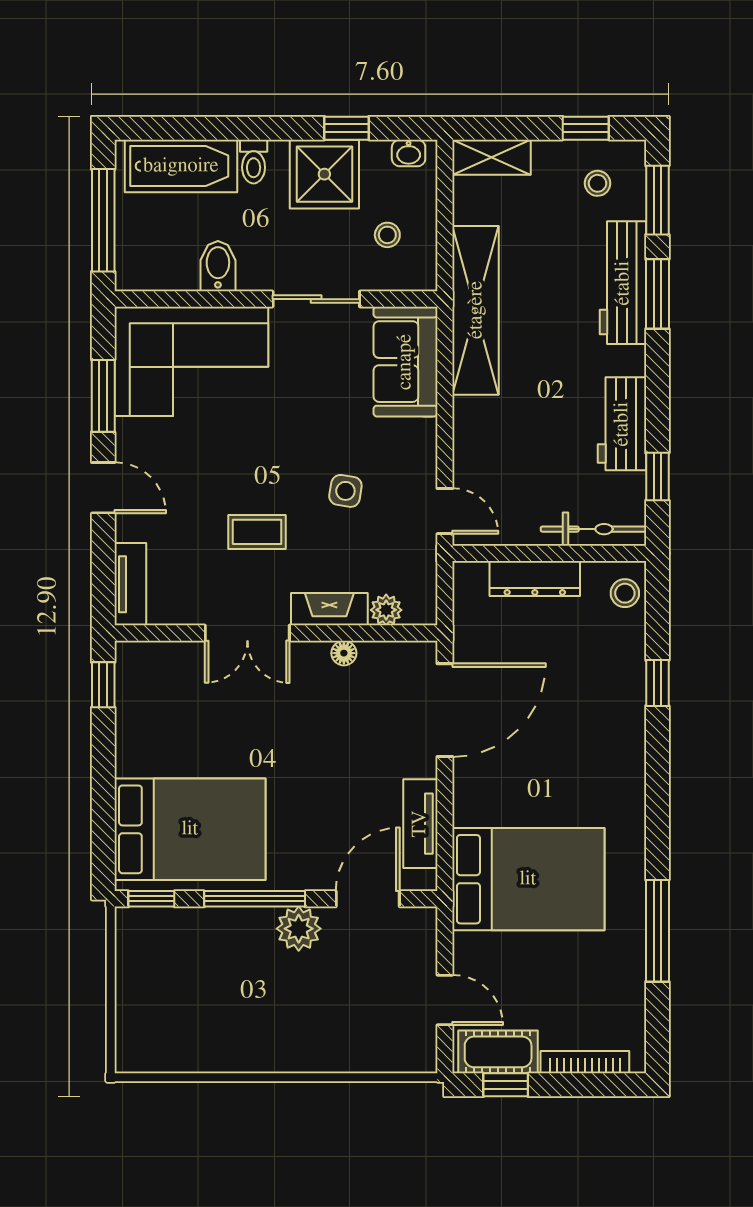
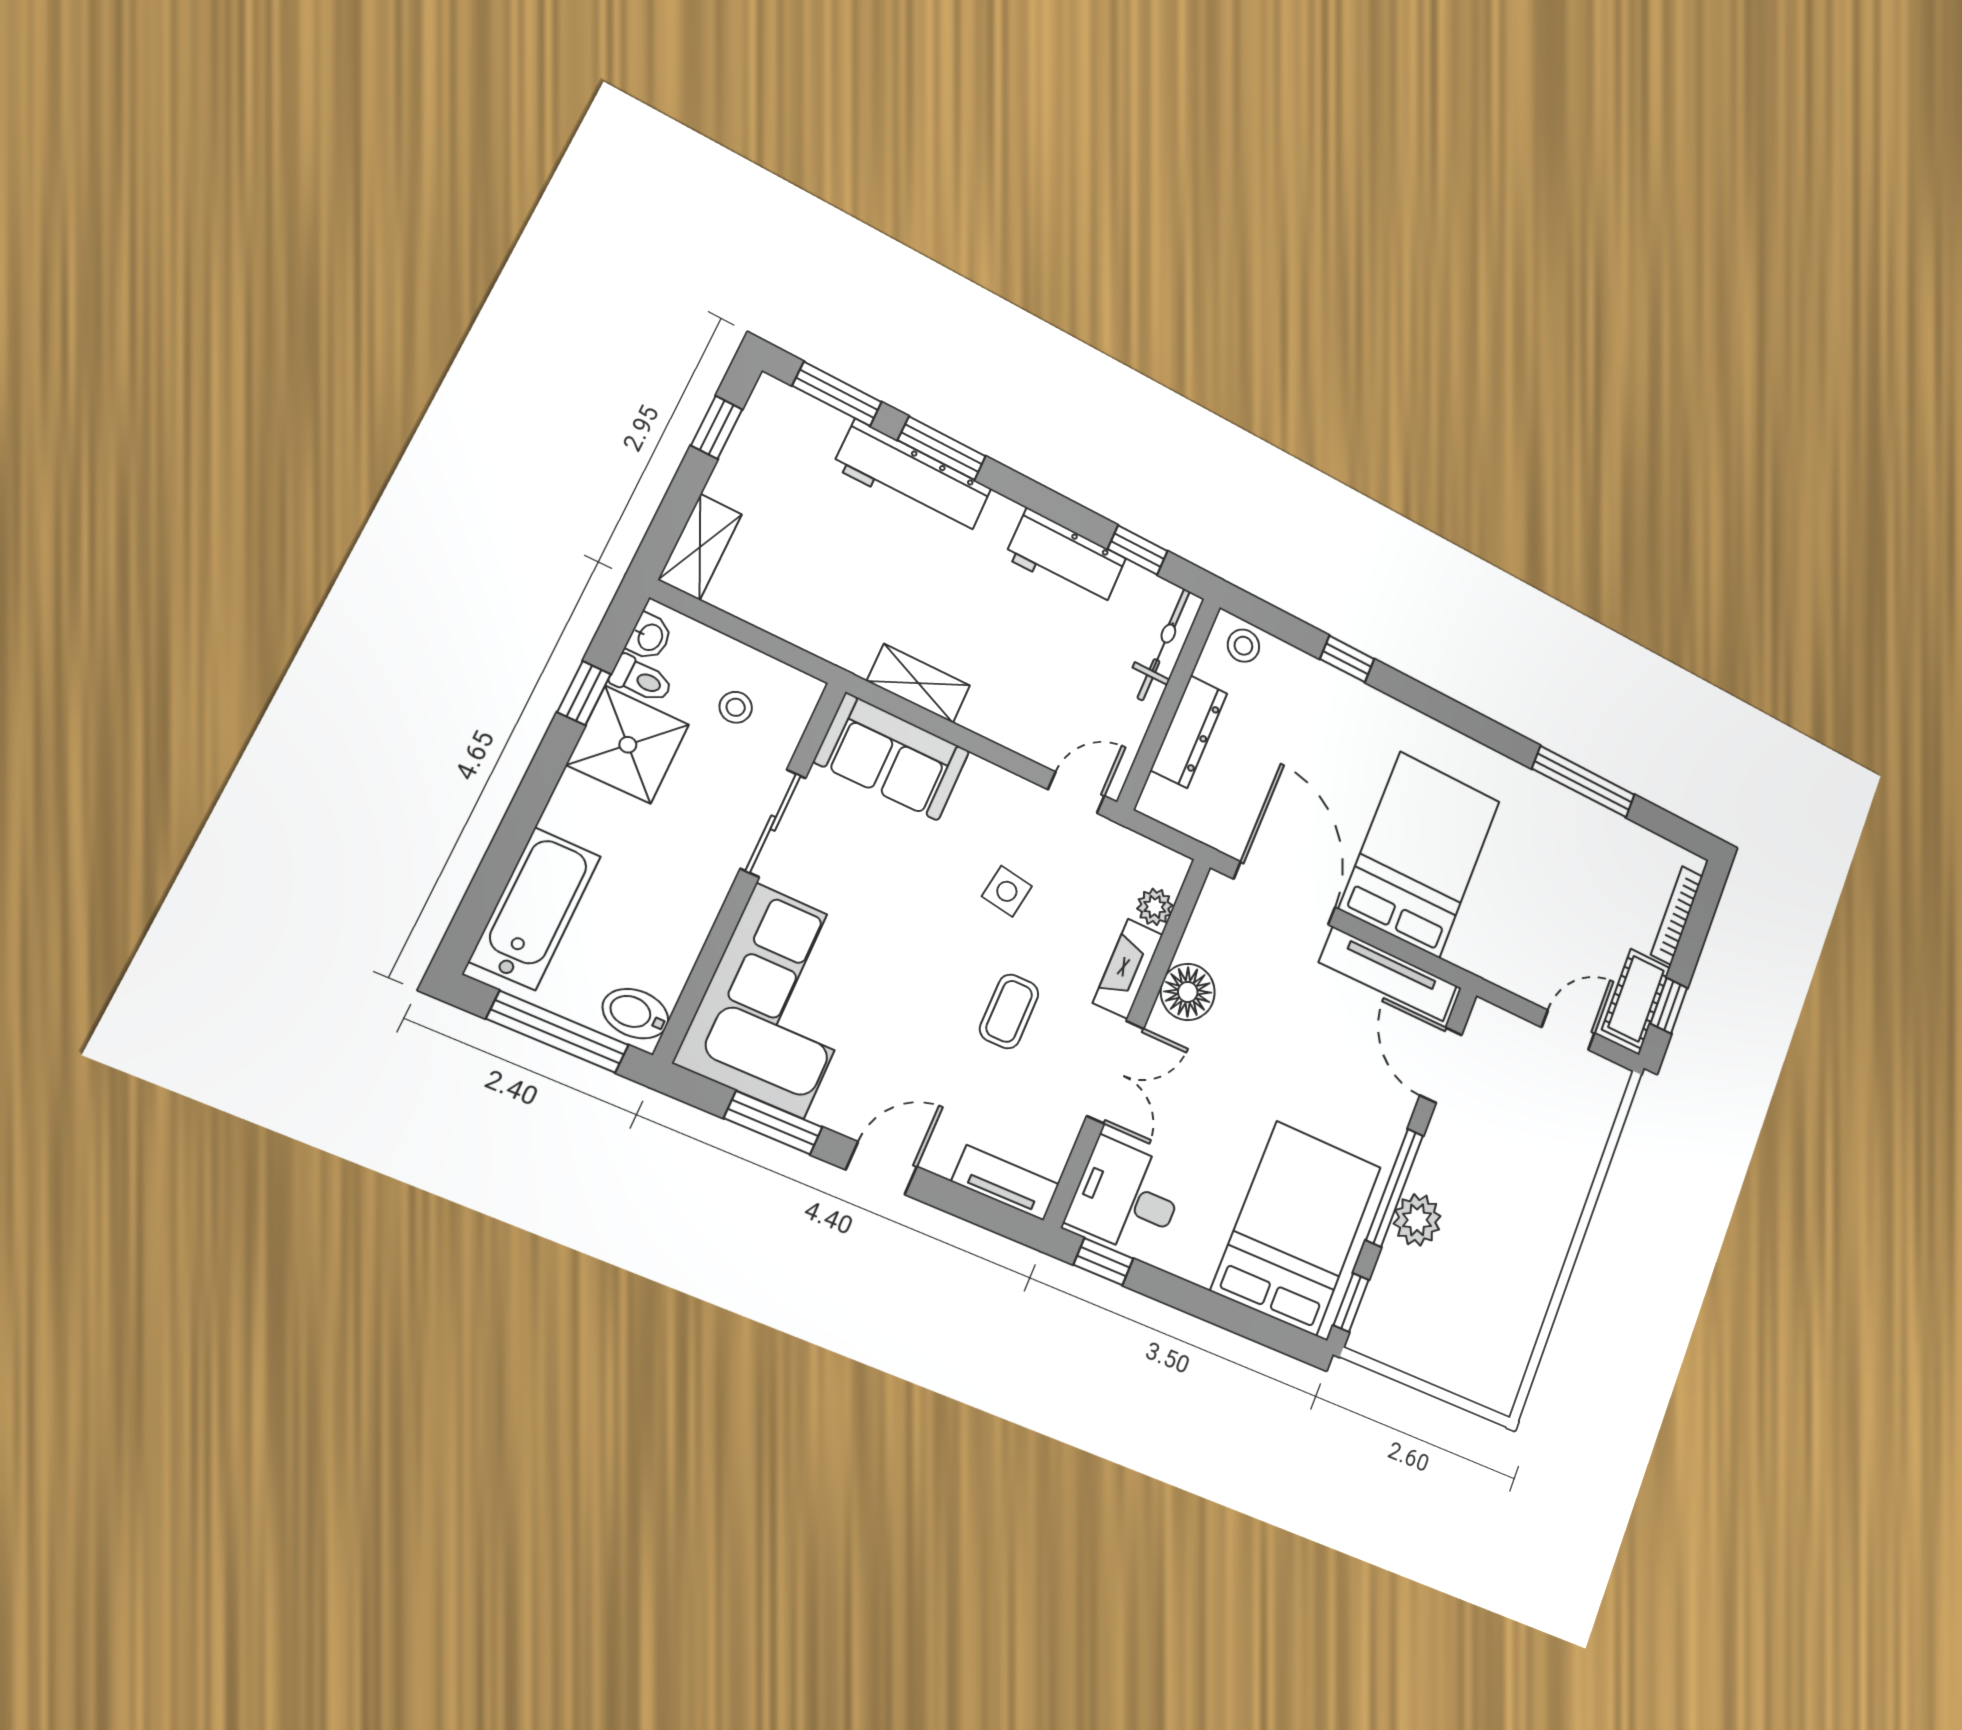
toilet: (254, 162) -> (641, 679), moved
stool: (598, 183) -> (787, 447), removed
bidet: (218, 266) -> (635, 1014), moved
shelving: (476, 310) -> (919, 683), width x0.45, depth x0.75
floor lamp: (344, 653) -> (1188, 992), width x1.89, depth x1.89
desk: (158, 682) -> (1127, 1197), added
tv unit: (420, 824) -> (1388, 974), width x1.41
bed: (528, 879) -> (1420, 855), moved
plant: (299, 929) -> (1417, 1220), moved

